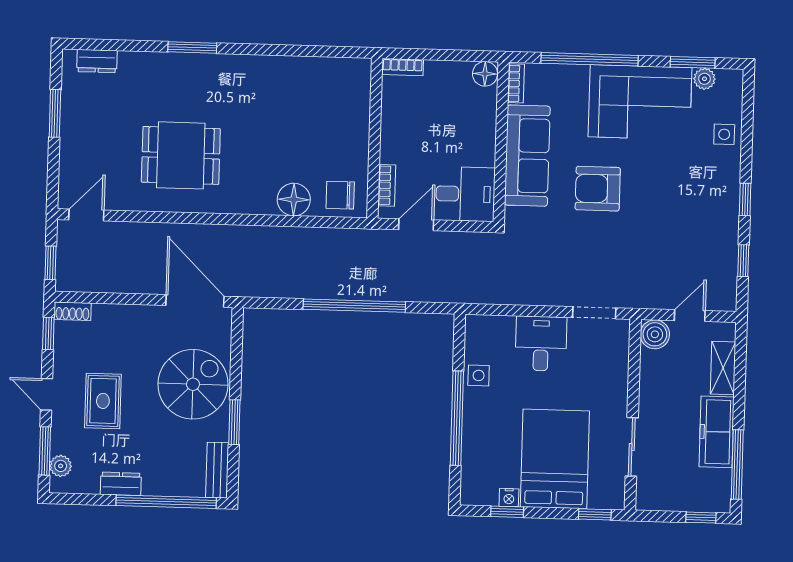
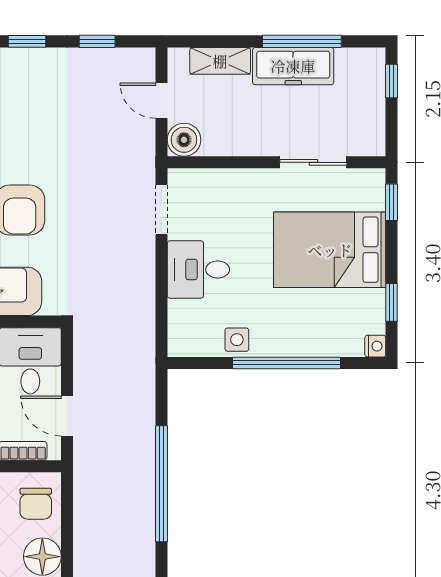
window: (737, 465) -> (302, 41), moved
nightstand: (509, 498) -> (375, 346), moved

